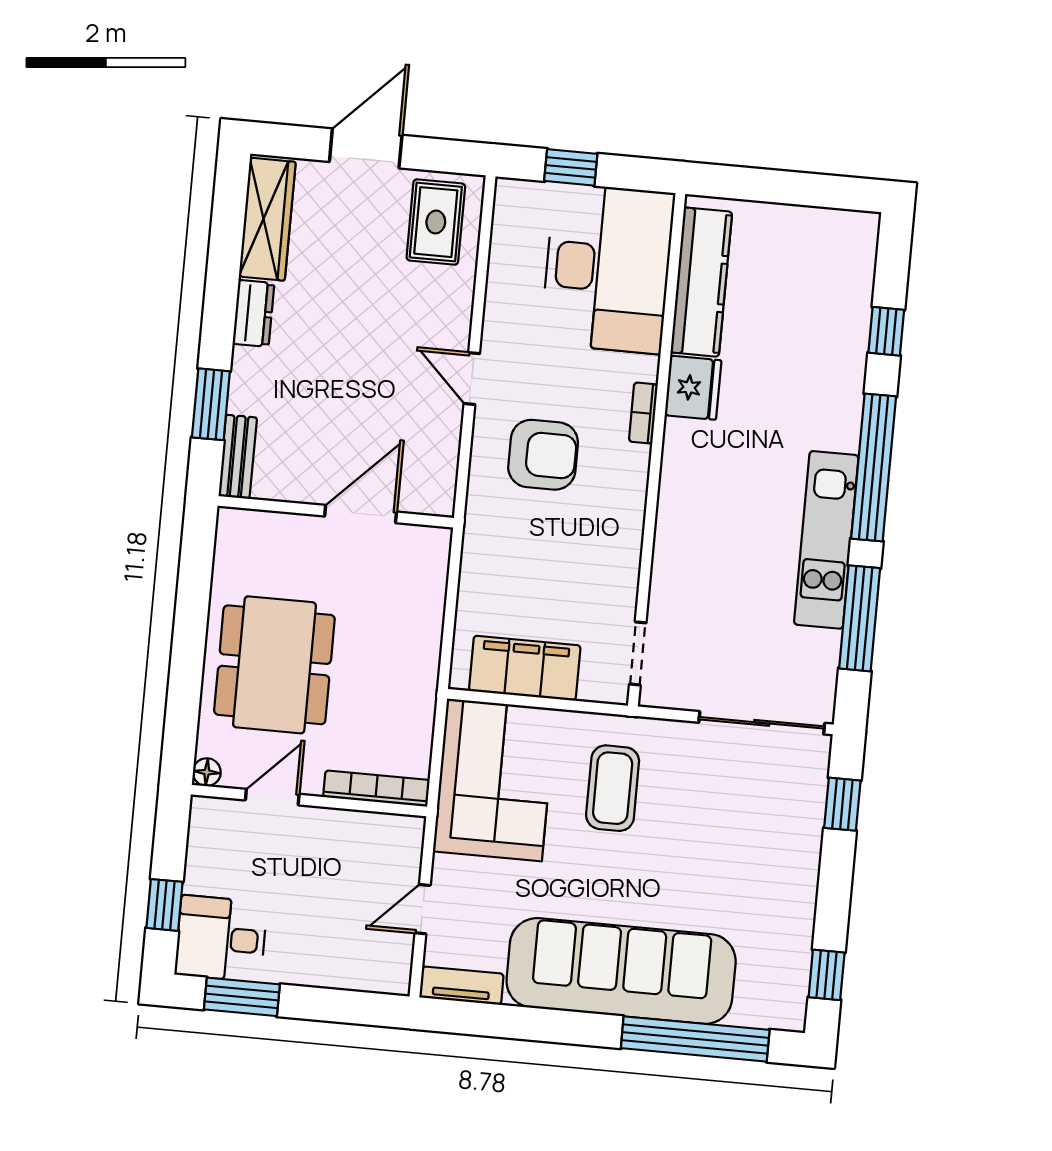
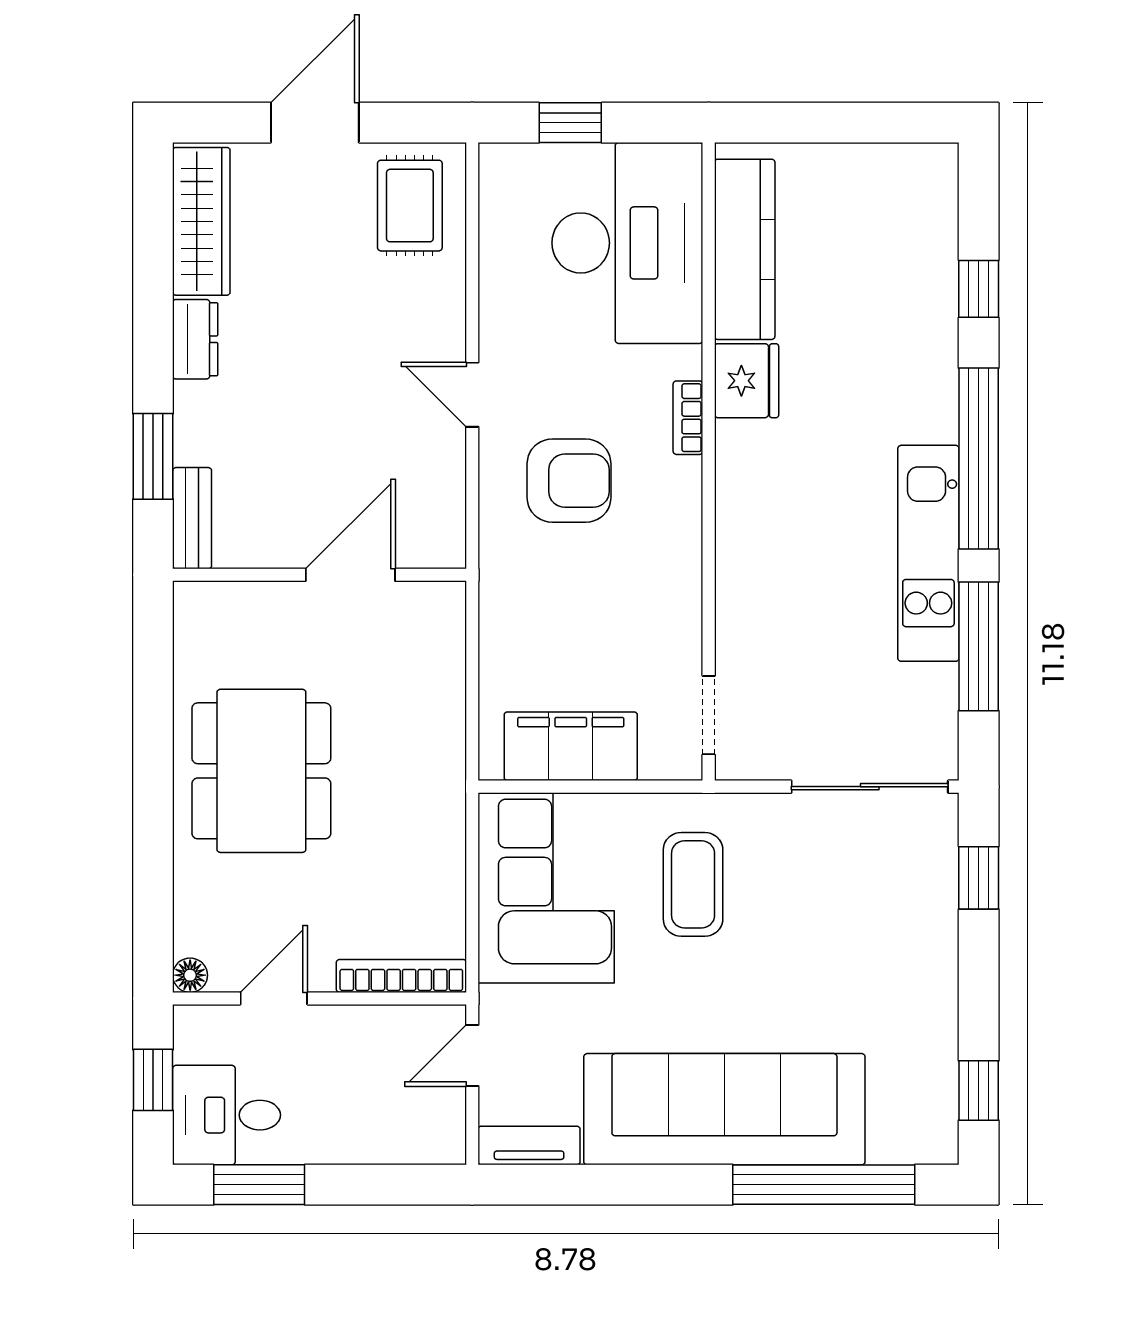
floor lamp: (207, 772) -> (190, 975), moved
bookcase: (376, 789) -> (401, 976), moved
door: (272, 797) -> (274, 998), moved
wall: (309, 801) -> (320, 998), moved

